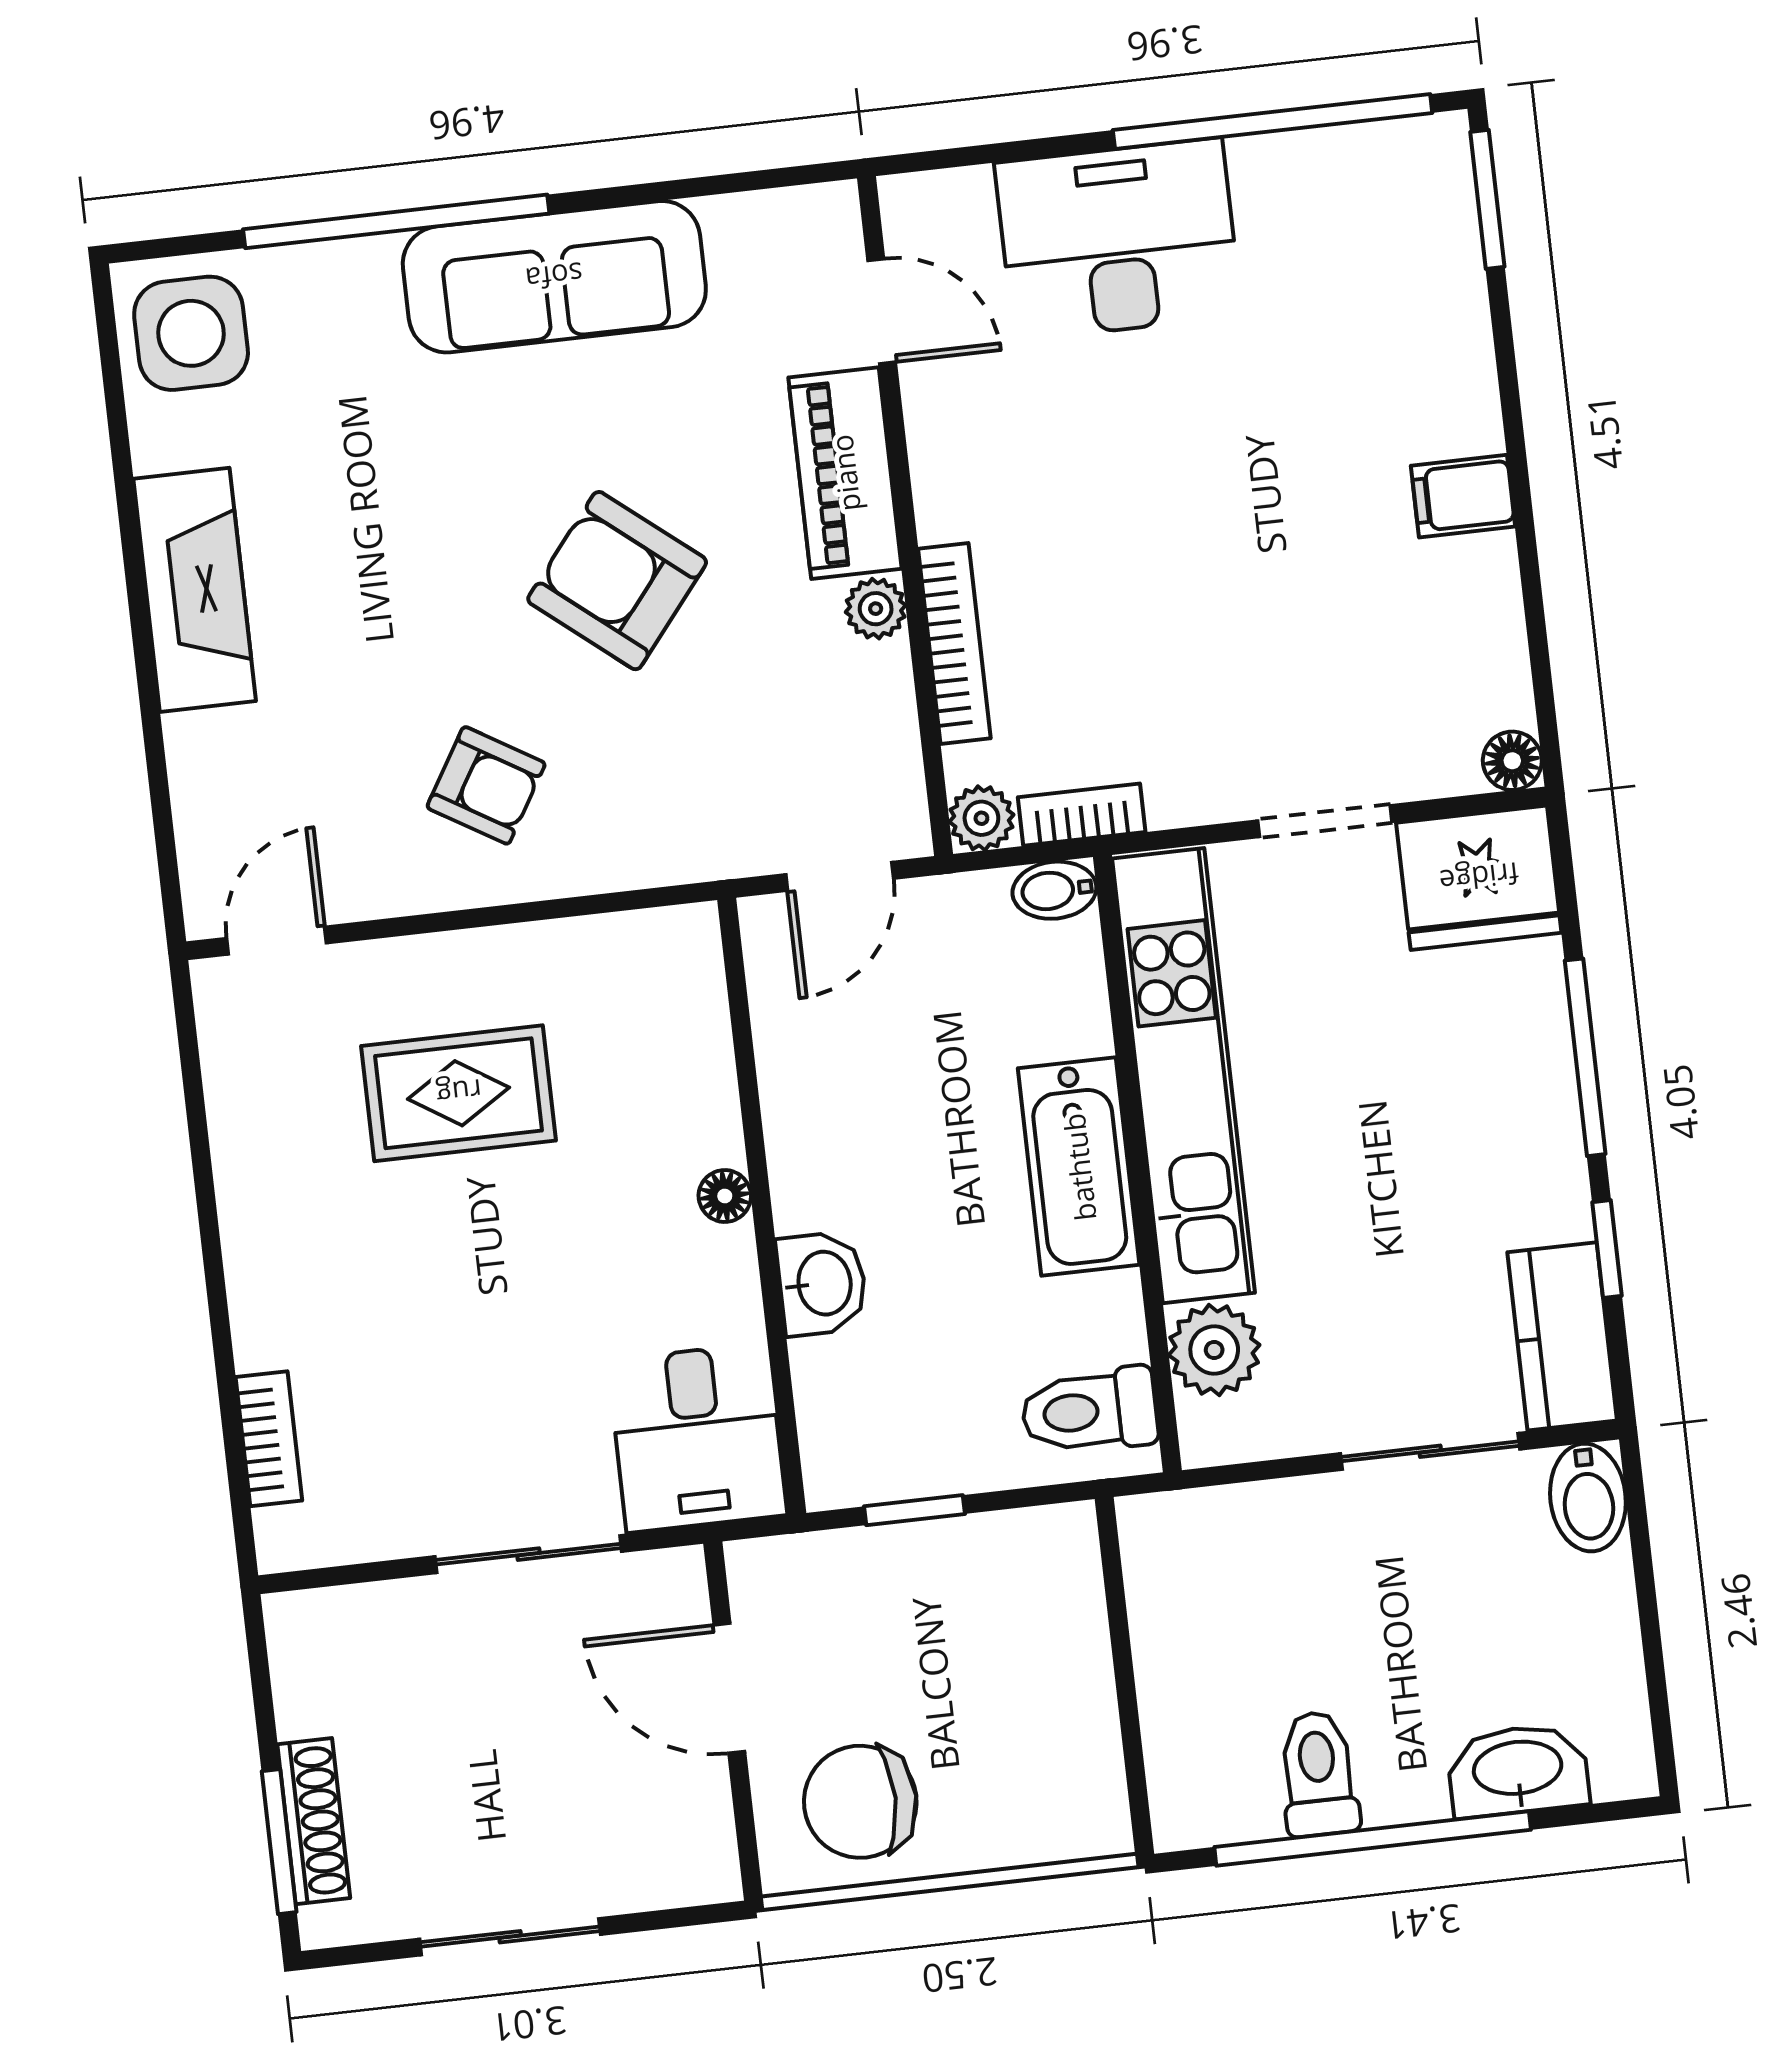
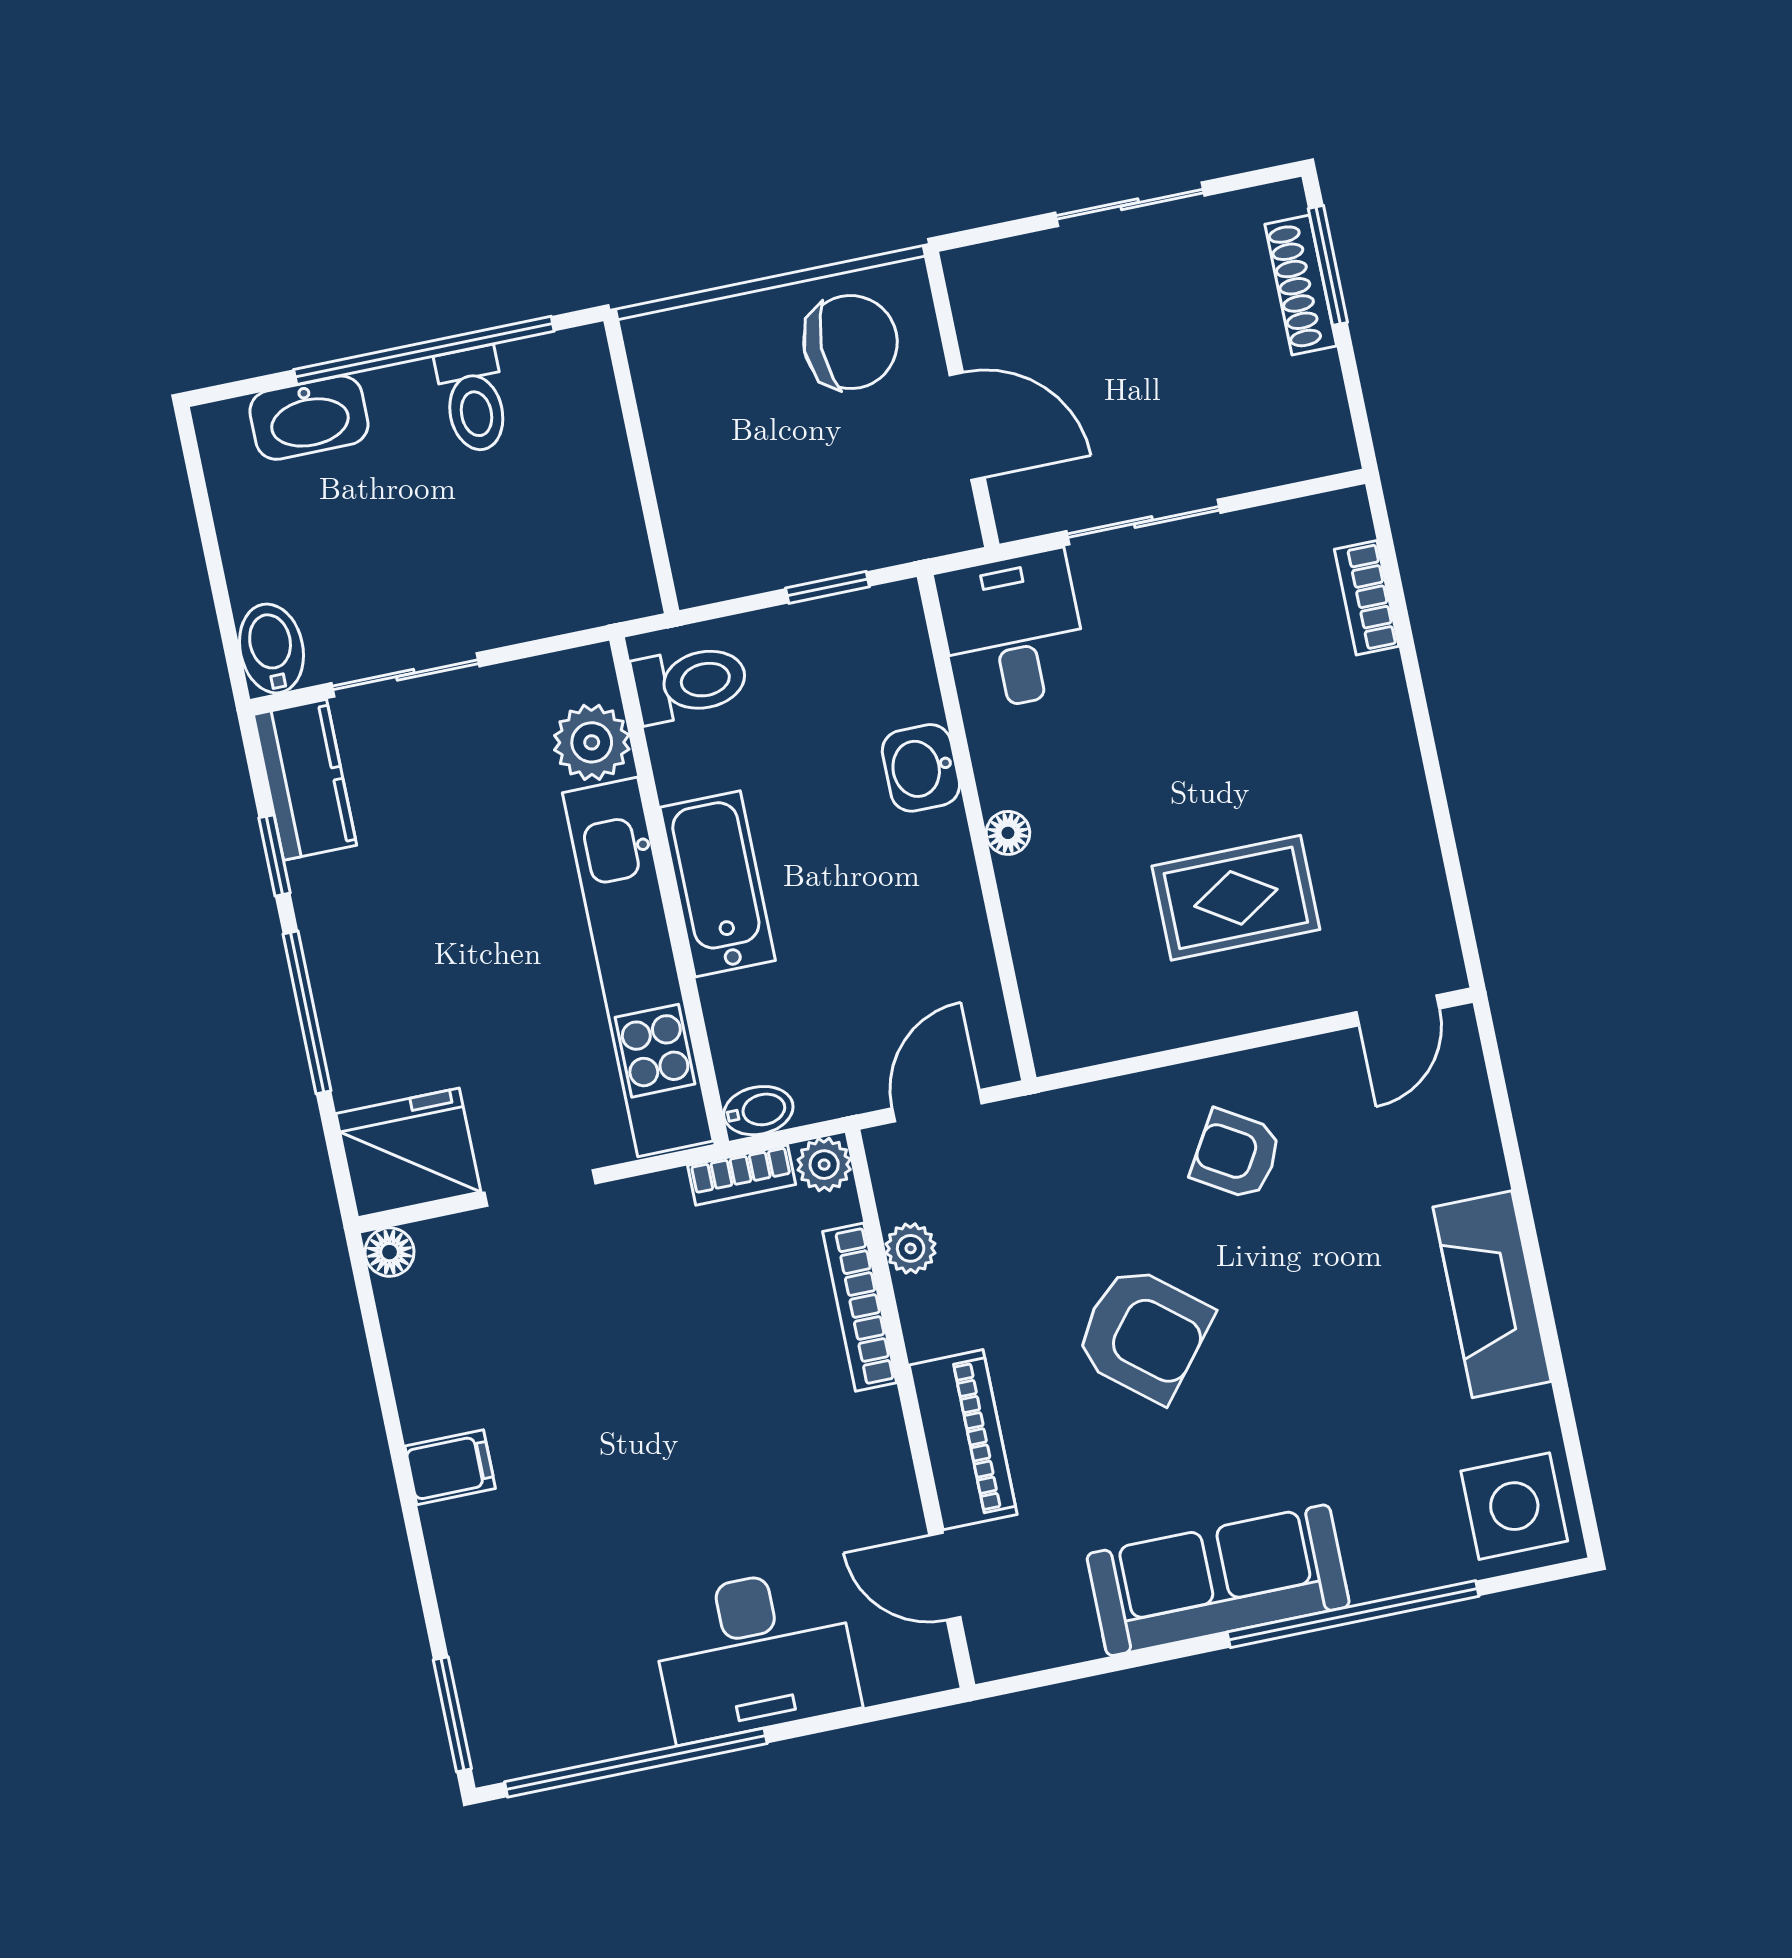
plant: (876, 609) -> (911, 1248), moved

